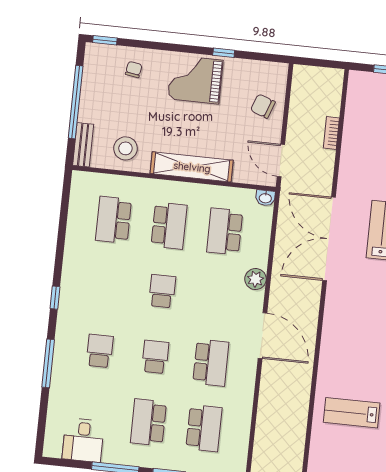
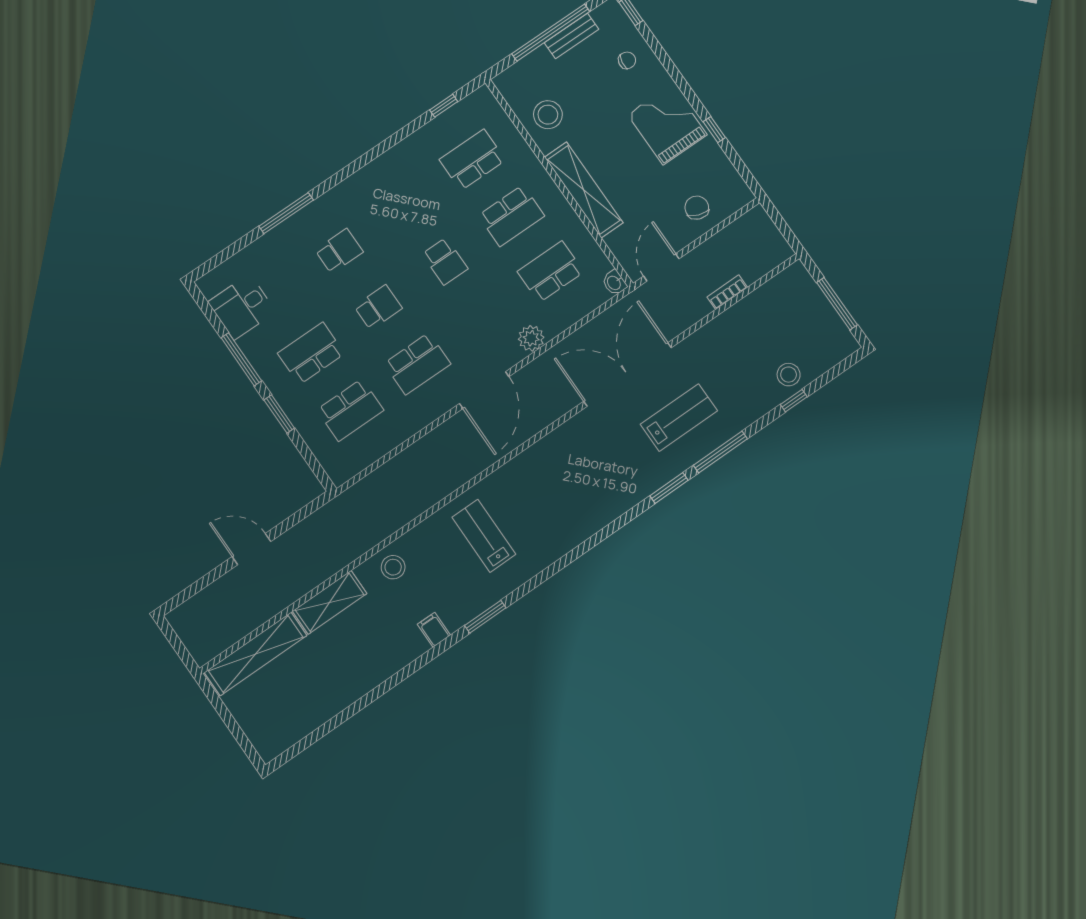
bench: (83, 145) -> (572, 36), moved
school desk: (162, 291) -> (445, 261), turned 90
window: (55, 298) -> (444, 106), moved

